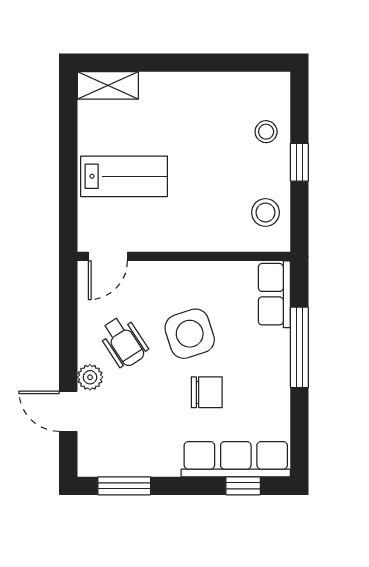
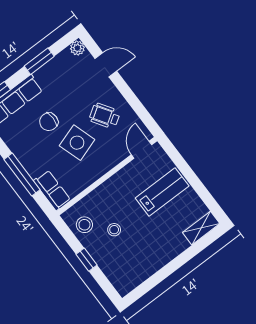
stool: (266, 132) -> (114, 230), moved
lab bench: (124, 176) -> (162, 192), turned 180
plant: (90, 377) -> (77, 48), moved
window: (124, 486) -> (39, 61), moved

